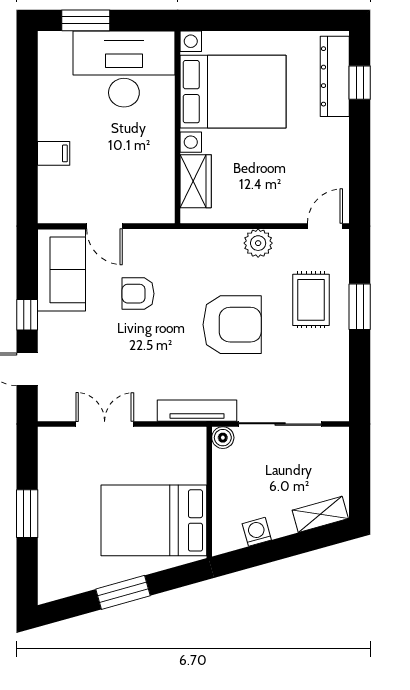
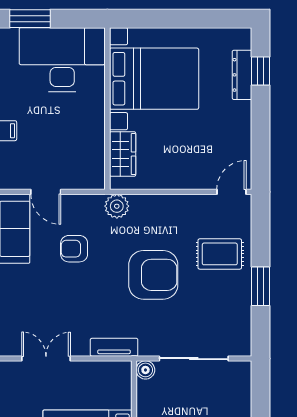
dresser: (335, 76) -> (242, 75), width x0.73, depth x0.80
plant: (258, 243) -> (117, 206), moved
rug: (311, 300) -> (220, 254), turned 90
window: (360, 307) -> (261, 286), moved
tv unit: (197, 411) -> (114, 347), width x0.71

